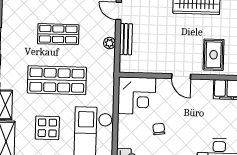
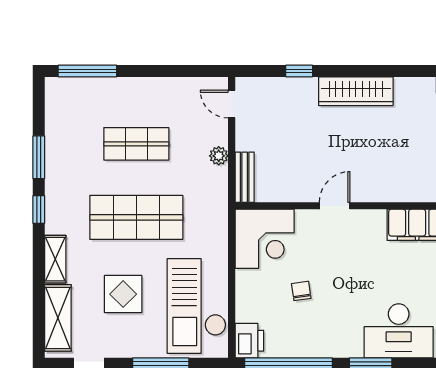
bench: (126, 39) -> (245, 177), moved
rug: (214, 55) -> (385, 170), removed
door: (181, 76) -> (335, 206), swing flipped

